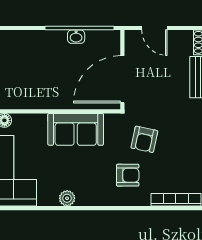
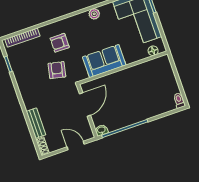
washbasin: (76, 37) -> (101, 130), moved
door: (122, 79) -> (85, 104), width x0.73

